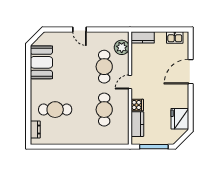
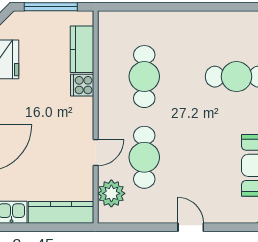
kitchen counter: (143, 37) -> (61, 212), width x1.50
door: (130, 82) -> (96, 152), moved

